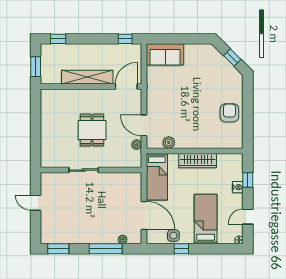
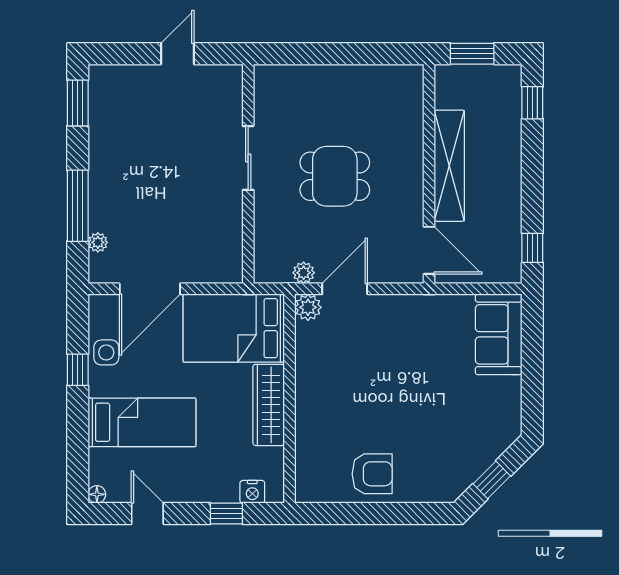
plant: (169, 142) -> (308, 307), moved
bed: (157, 177) -> (234, 328), width x1.50
nightstand: (238, 187) -> (252, 492), moved

